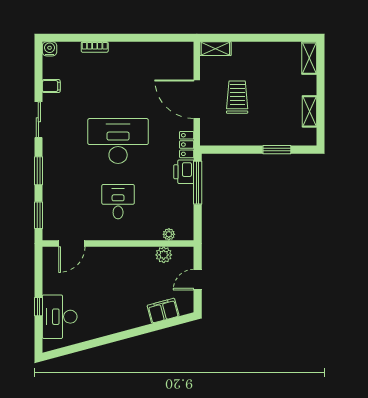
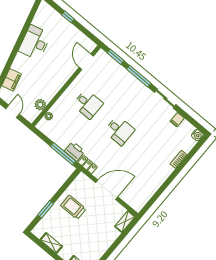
trolley: (237, 97) -> (73, 207), moved, turned 180
desk: (118, 141) -> (119, 131), width x0.53, depth x0.77
window: (38, 171) -> (139, 76), width x1.44
desk: (60, 317) -> (35, 43), moved, turned -105

